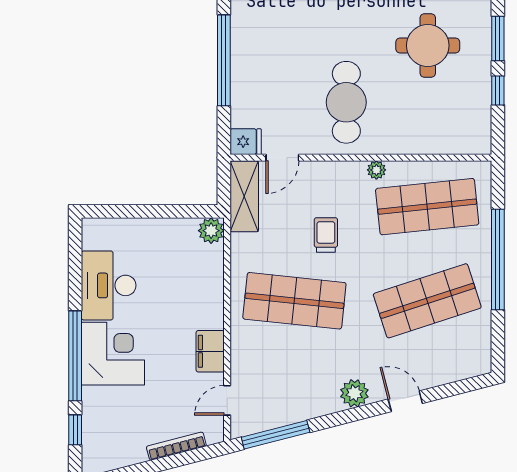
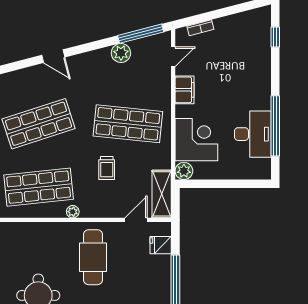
fridge: (246, 142) -> (161, 245), moved
corner desk: (113, 354) -> (196, 140), moved, turned 180
window: (75, 356) -> (275, 126), moved
plant: (354, 393) -> (121, 53), moved
bookcase: (176, 446) -> (200, 28), width x0.64

